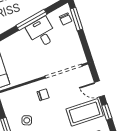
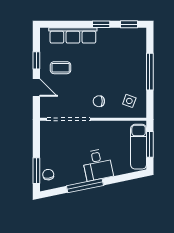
desk: (42, 32) -> (98, 165), moved
coffee table: (85, 112) -> (61, 68), width x0.54, depth x0.58
side table: (27, 120) -> (129, 101), moved

